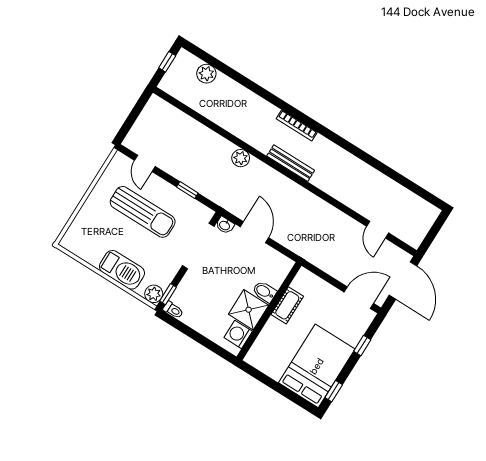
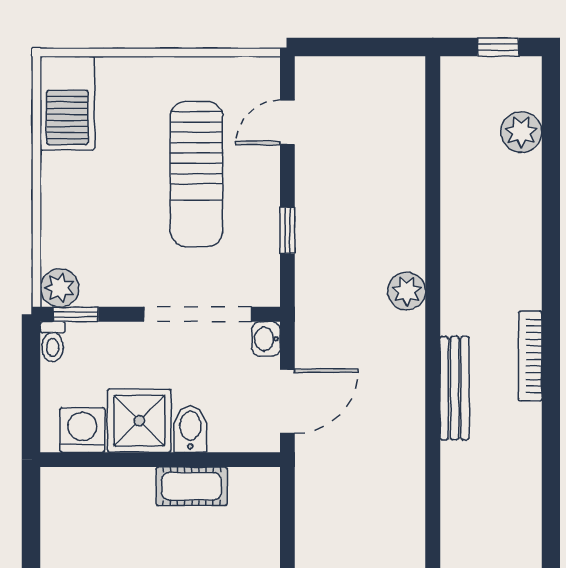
barbecue: (122, 270) -> (67, 103), moved
bidet: (264, 292) -> (190, 429), moved
cot: (287, 305) -> (192, 486), moved
shower: (249, 310) -> (139, 421), moved
wall: (269, 311) -> (160, 460), moved
washing machine: (238, 334) -> (82, 430), moved

